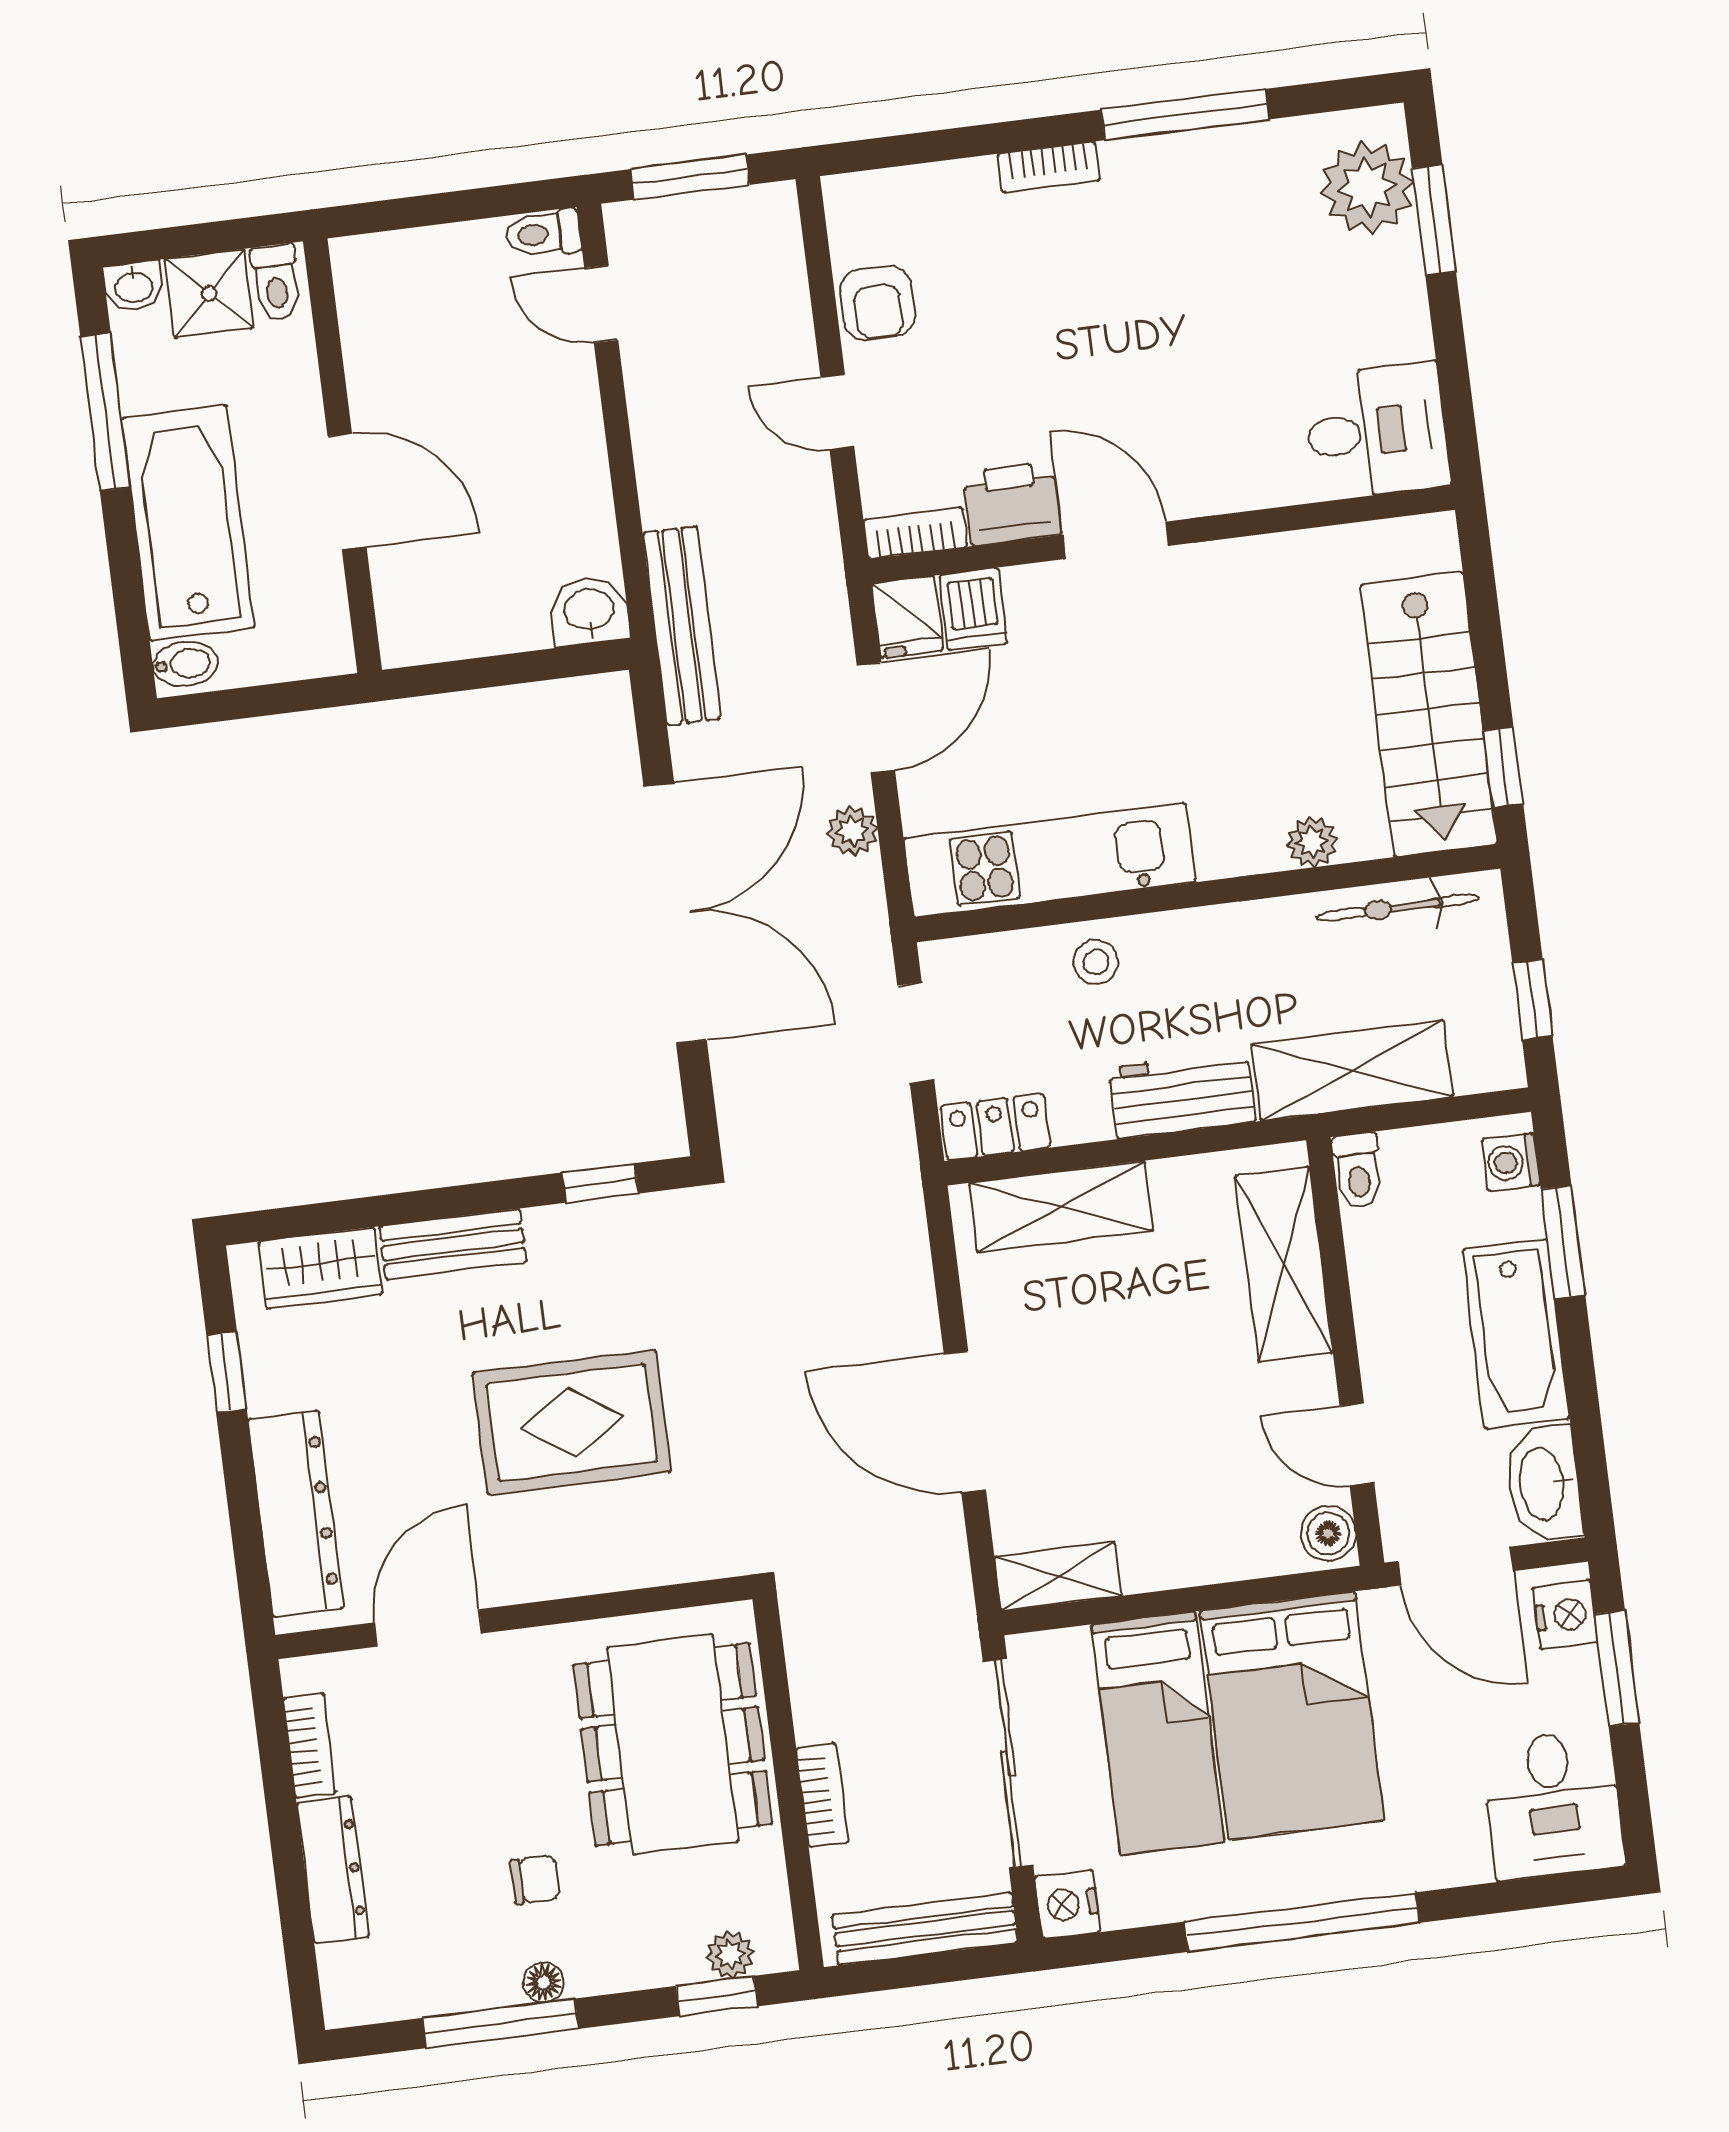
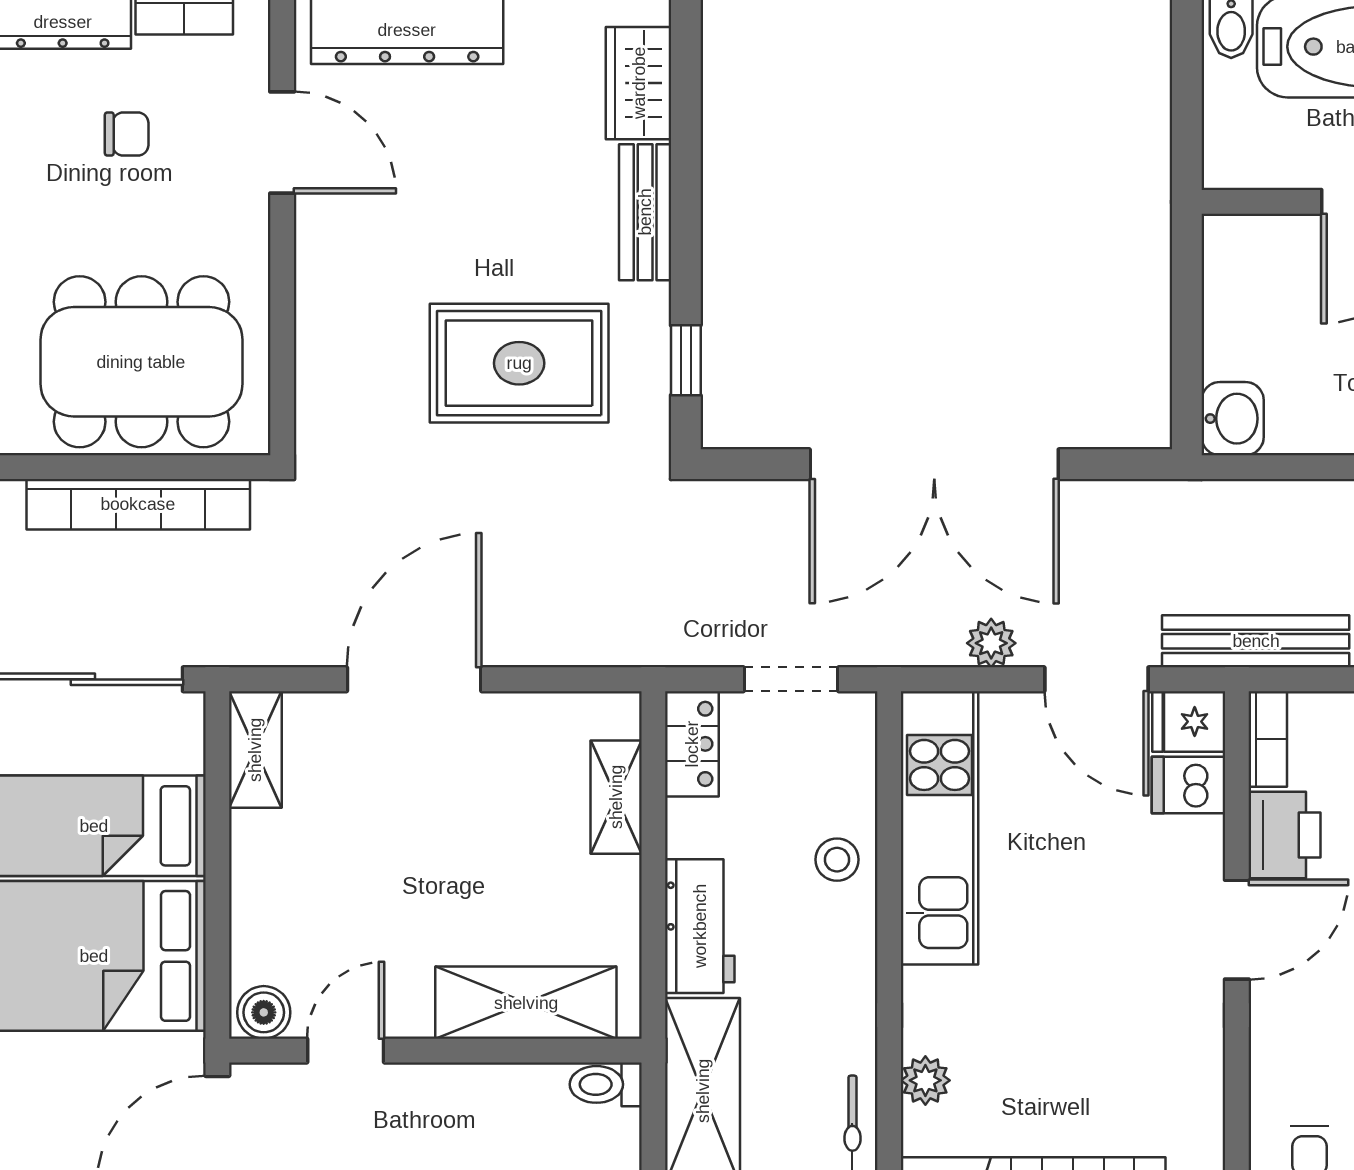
bench: (682, 626) -> (1256, 641), moved
shelving: (1061, 1207) -> (616, 797), width x0.67, depth x0.75
rug: (572, 1423) -> (519, 363), moved, turned 90
bookcase: (822, 1795) -> (138, 504), width x2.31, depth x1.31
chair: (535, 1880) -> (127, 134), moved, turned -90

